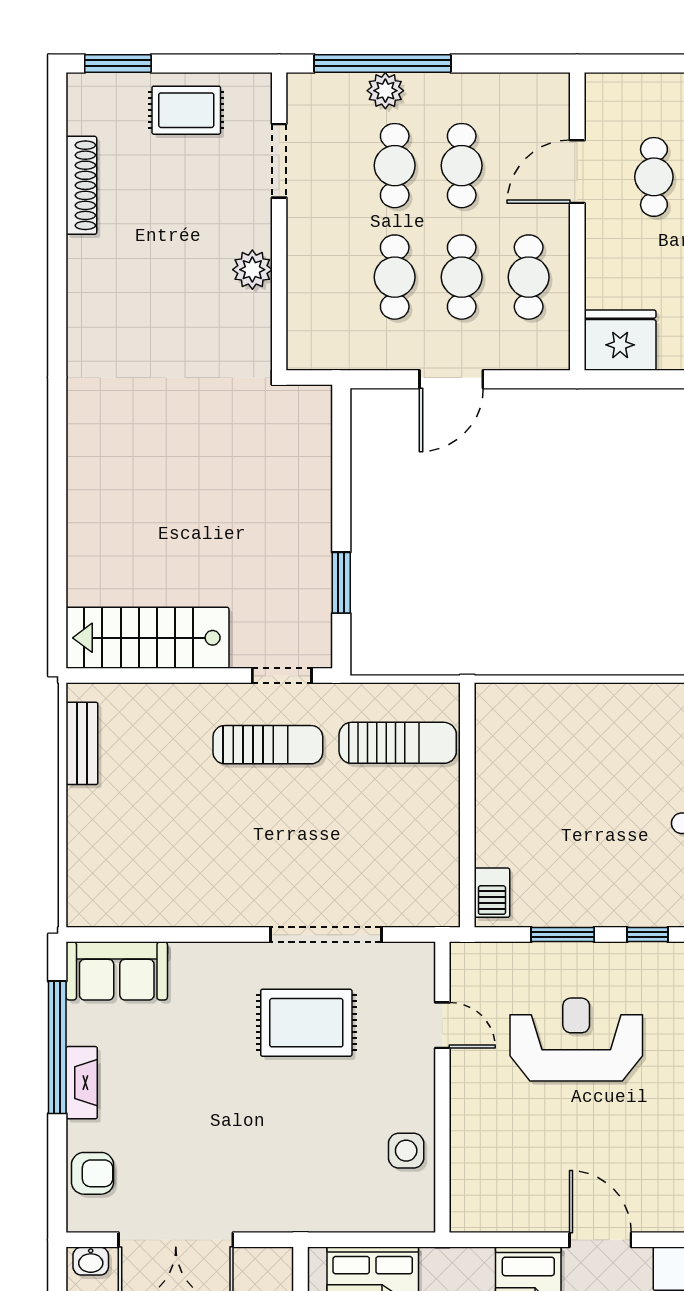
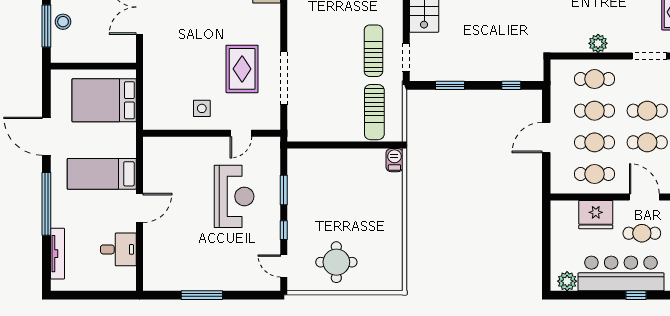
cafe table: (328, 277) -> (595, 79), added
fridge: (620, 340) -> (596, 215), moved, turned 90
door: (451, 379) -> (546, 137), hinge flipped
window: (341, 453) -> (511, 85), added
sun lounger: (268, 745) -> (373, 51), turned 180
barbecue: (492, 893) -> (394, 160), moved, turned 90
side table: (406, 1151) -> (202, 108), moved

